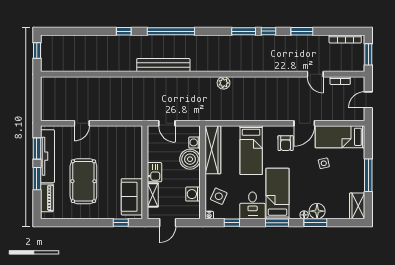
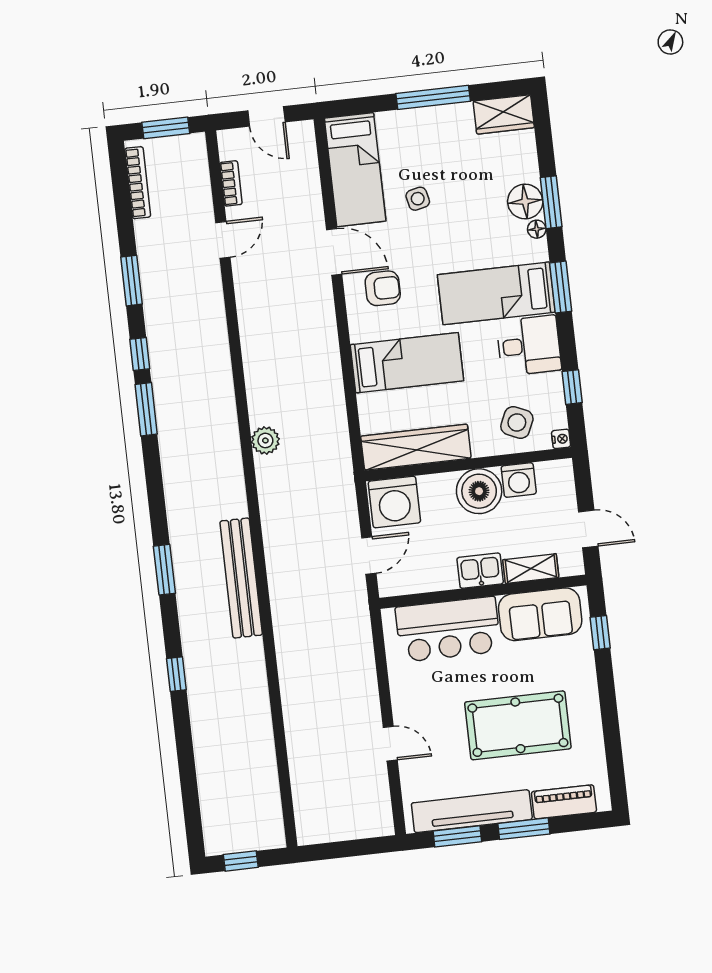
window: (171, 31) -> (164, 570), width x0.47
washing machine: (195, 142) -> (394, 502), width x1.89, depth x1.89
bar counter: (130, 155) -> (448, 629), added
boiler: (190, 159) -> (479, 491), moved

